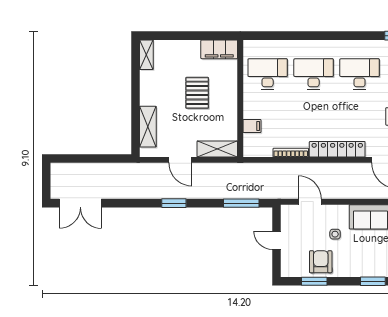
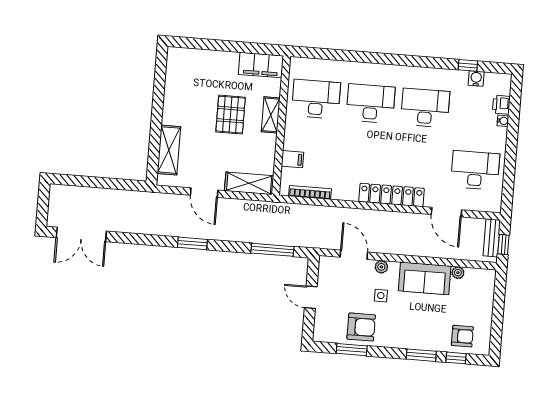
shelving: (146, 55) -> (271, 115), moved
bookcase: (291, 153) -> (310, 192), moved
plant: (334, 210) -> (381, 267), added
armchair: (321, 262) -> (361, 327), turned 90

